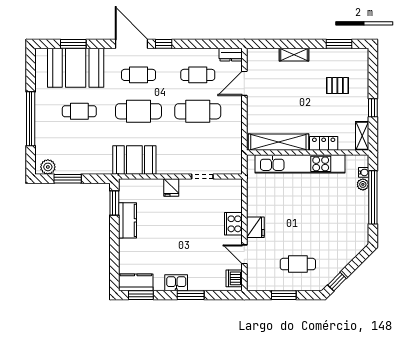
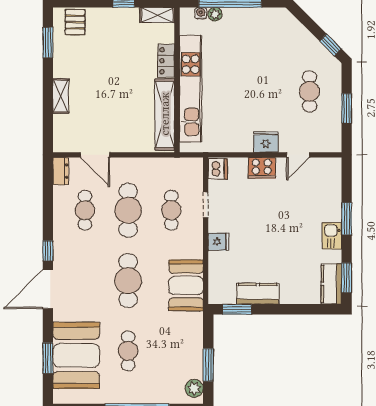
cafe table: (139, 75) -> (171, 210), moved
pallet: (337, 86) -> (75, 22), moved
dishwasher: (234, 278) -> (218, 169), moved, turned -90

